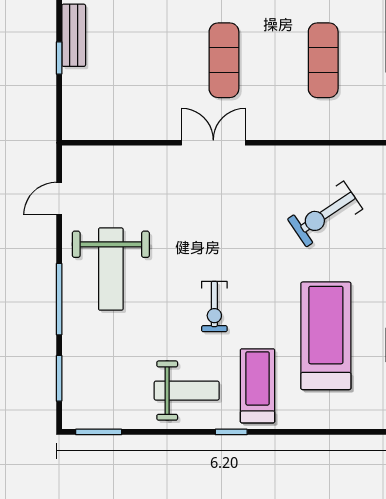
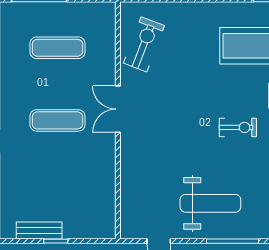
double door: (213, 143) -> (118, 109), moved
exercise bike: (325, 214) -> (144, 44), moved, turned -125

